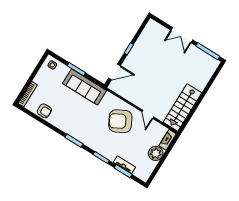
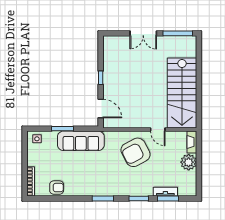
door: (114, 72) -> (101, 109), hinge flipped
stairs: (182, 108) -> (182, 93), width x1.36, depth x1.51

